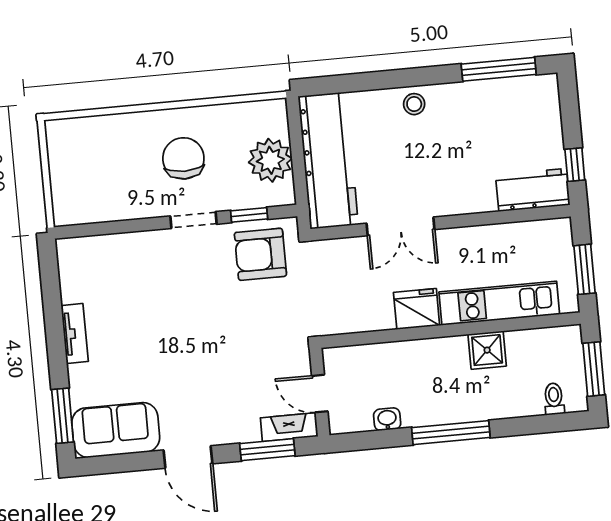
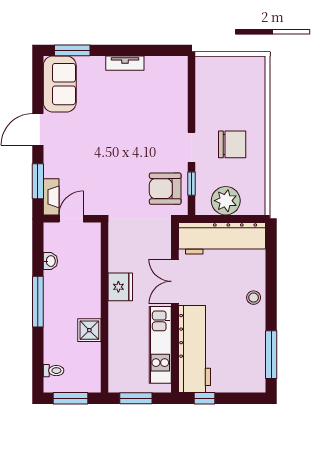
workbench: (533, 190) -> (195, 349), width x1.88, depth x1.32
armchair: (260, 254) -> (165, 189), turned -90
kitchen unit: (499, 303) -> (160, 345), moved, turned 180

